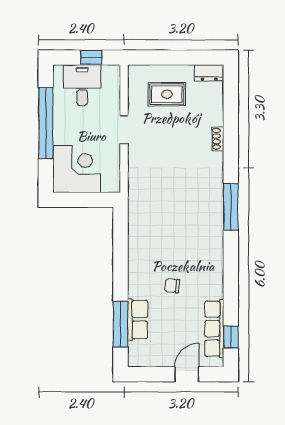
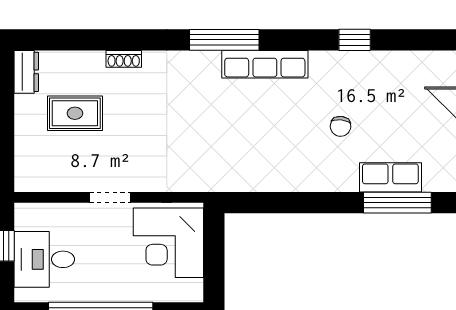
rug: (167, 94) -> (75, 113), moved, turned 90
corner desk: (77, 169) -> (168, 243), moved, turned -90
row of seats: (214, 329) -> (265, 64), moved
window: (231, 337) -> (355, 40), moved

